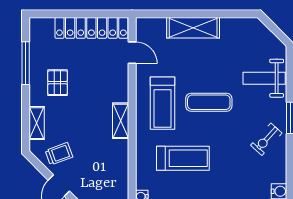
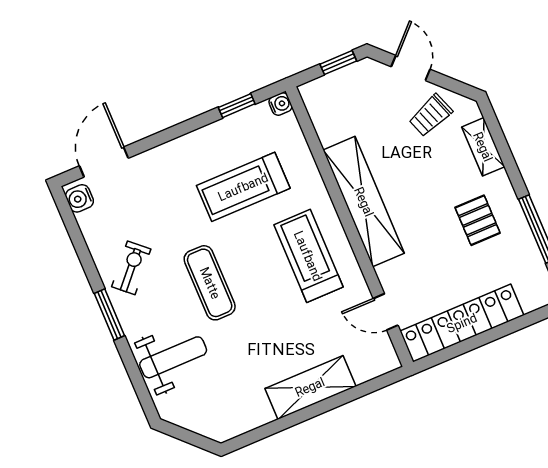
exercise mat: (209, 102) -> (210, 283), moved, turned 90
shelving: (121, 121) -> (364, 202), width x2.20, depth x1.33

